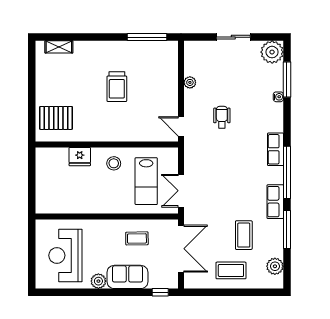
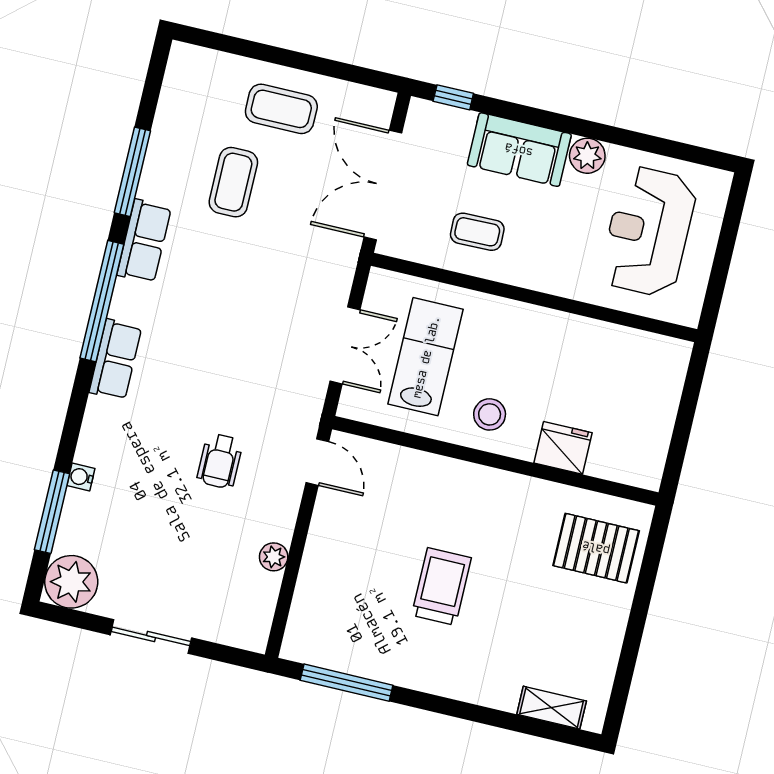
double door: (181, 191) -> (345, 345), moved
reception desk: (65, 255) -> (648, 231), turned 180
plant: (275, 266) -> (179, 95), removed

